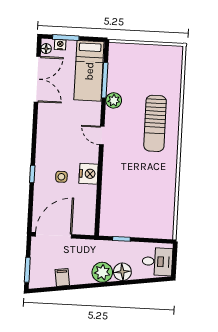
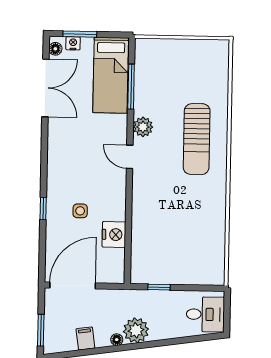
plant: (114, 100) -> (143, 127), moved
nightstand: (89, 174) -> (114, 235), moved
floor lamp: (122, 272) -> (117, 340), moved, width x0.53, depth x0.53

